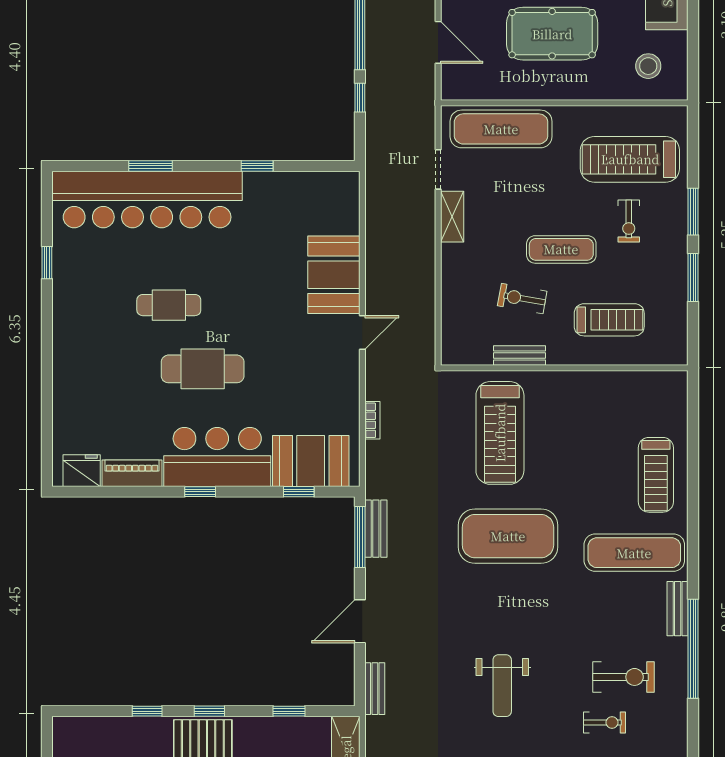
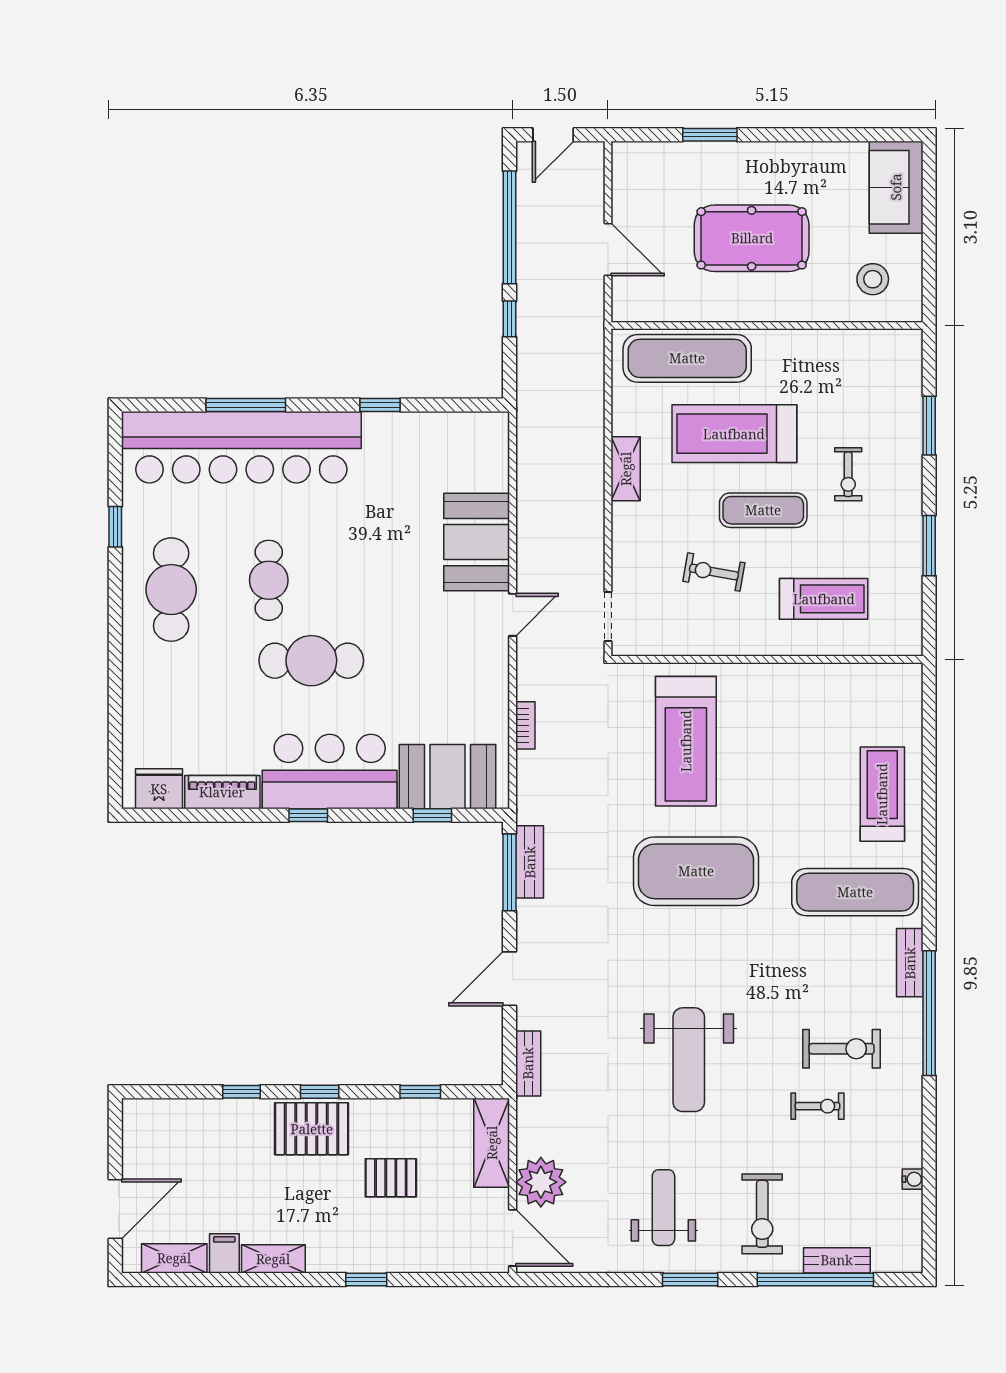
treadmill: (630, 159) -> (734, 434), moved
window: (151, 166) -> (246, 405), width x1.44
doorway: (438, 169) -> (608, 617), moved
window: (693, 212) -> (929, 426), moved
cafe table: (169, 305) -> (269, 580), turned 90
cafe table: (91, 312) -> (171, 590), added
bench: (519, 355) -> (710, 644), removed
treadmill: (656, 475) -> (882, 794), turned 180
weight bench: (502, 686) -> (689, 1060), width x1.36, depth x1.33

